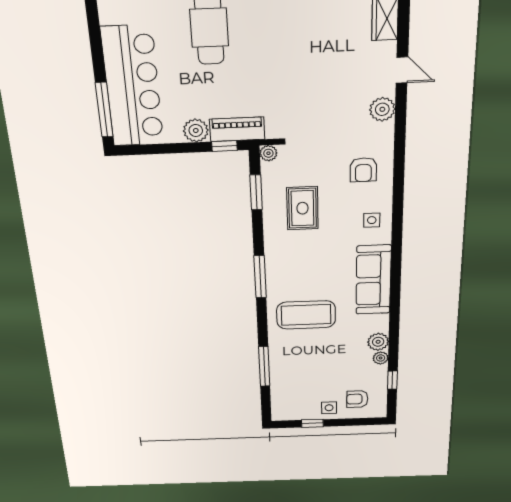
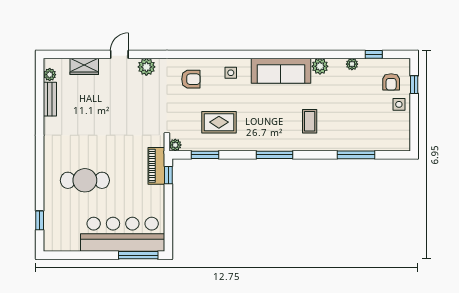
plant: (196, 130) -> (156, 194), removed
coffee table: (306, 315) -> (310, 121), width x0.54, depth x0.58
plant: (378, 342) -> (320, 66), moved
window: (312, 423) -> (414, 85), moved

